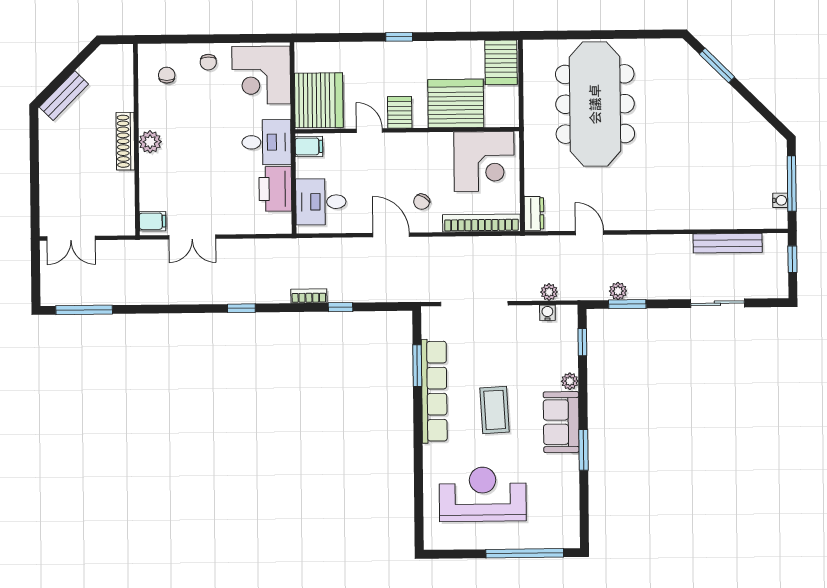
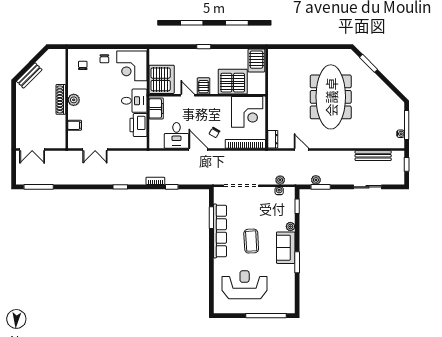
meeting table: (595, 104) -> (331, 97), moved
filing cabinet: (309, 146) -> (156, 108), width x2.00
desk: (321, 202) -> (176, 135), moved, turned -90
filing cabinet: (153, 221) -> (75, 125), moved

